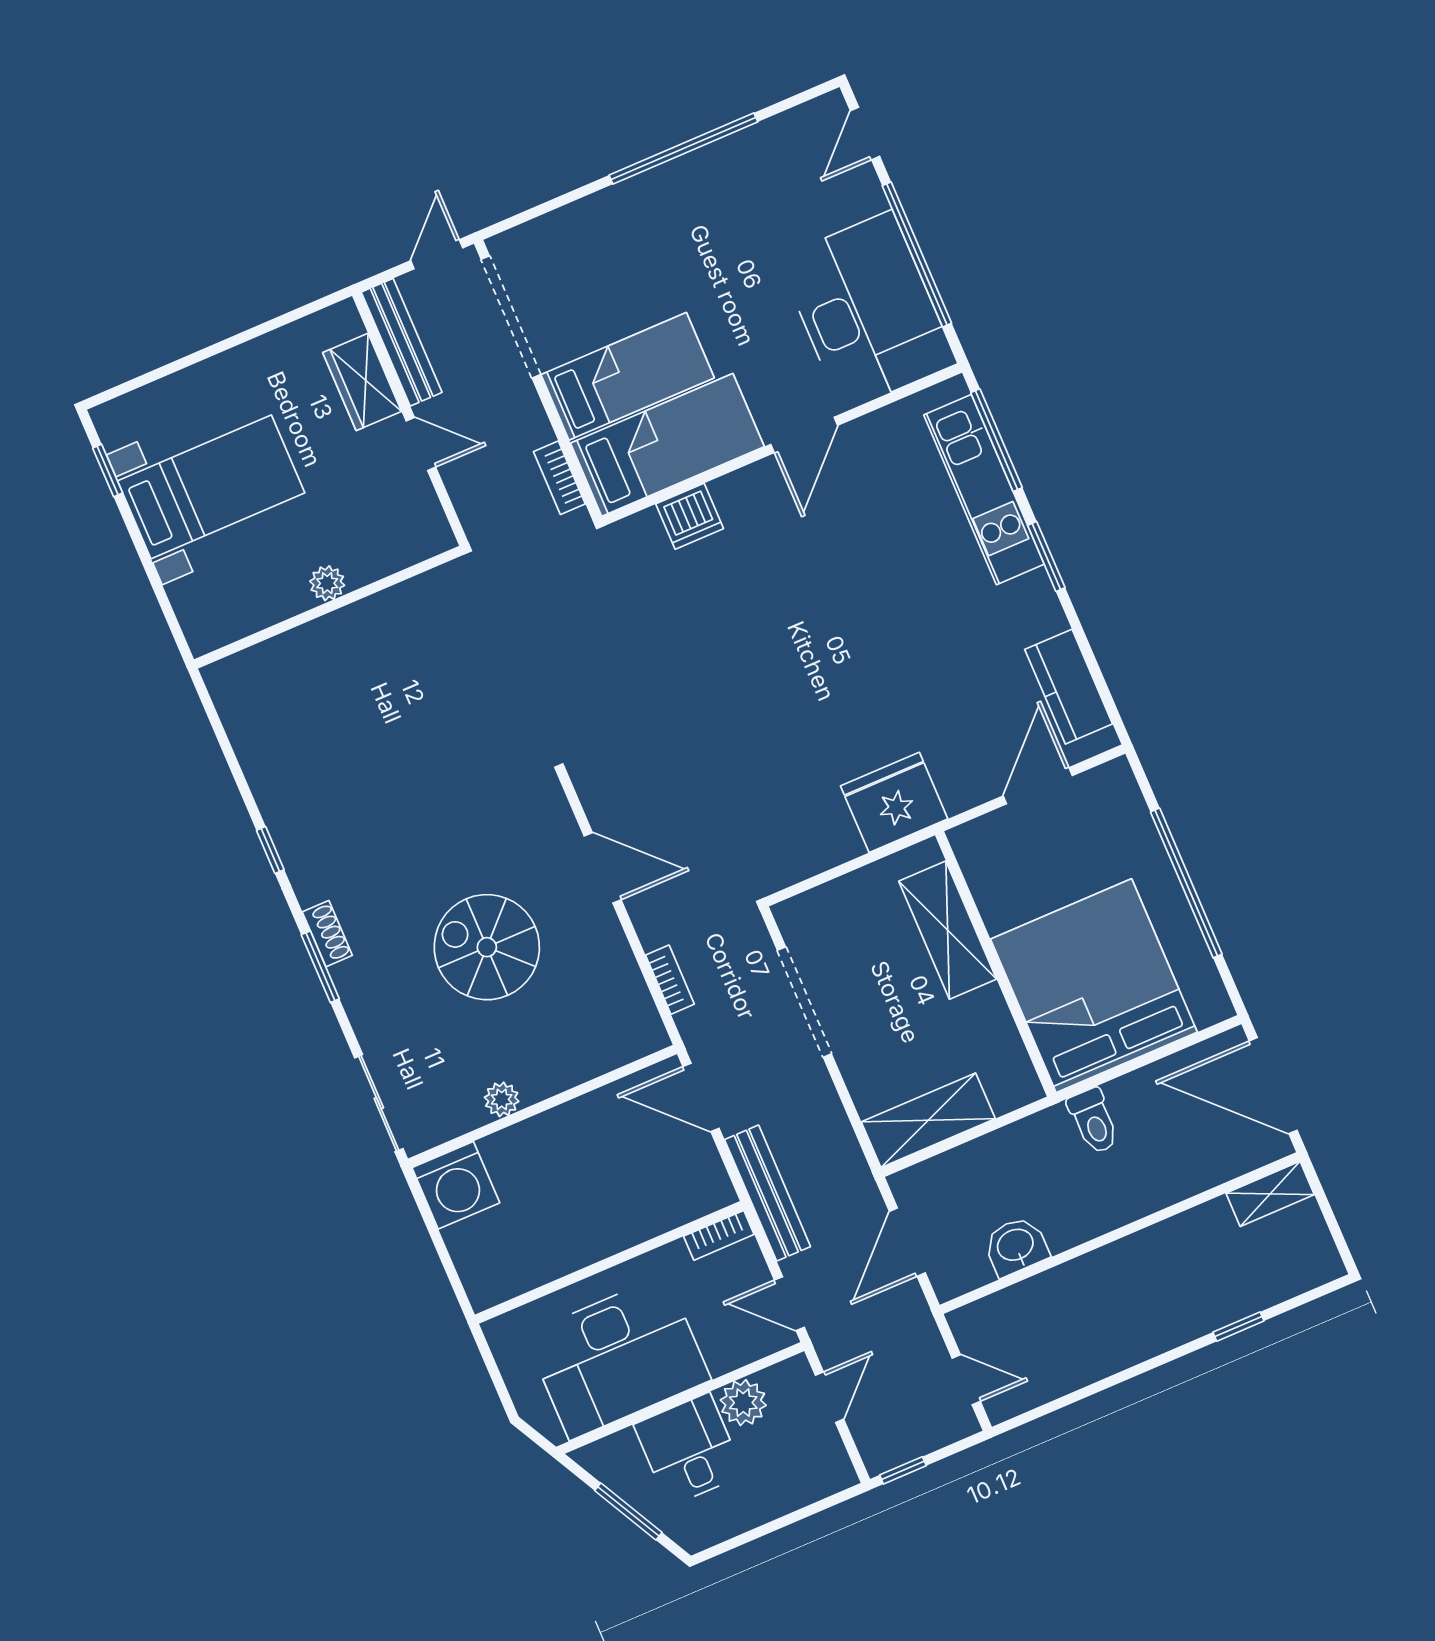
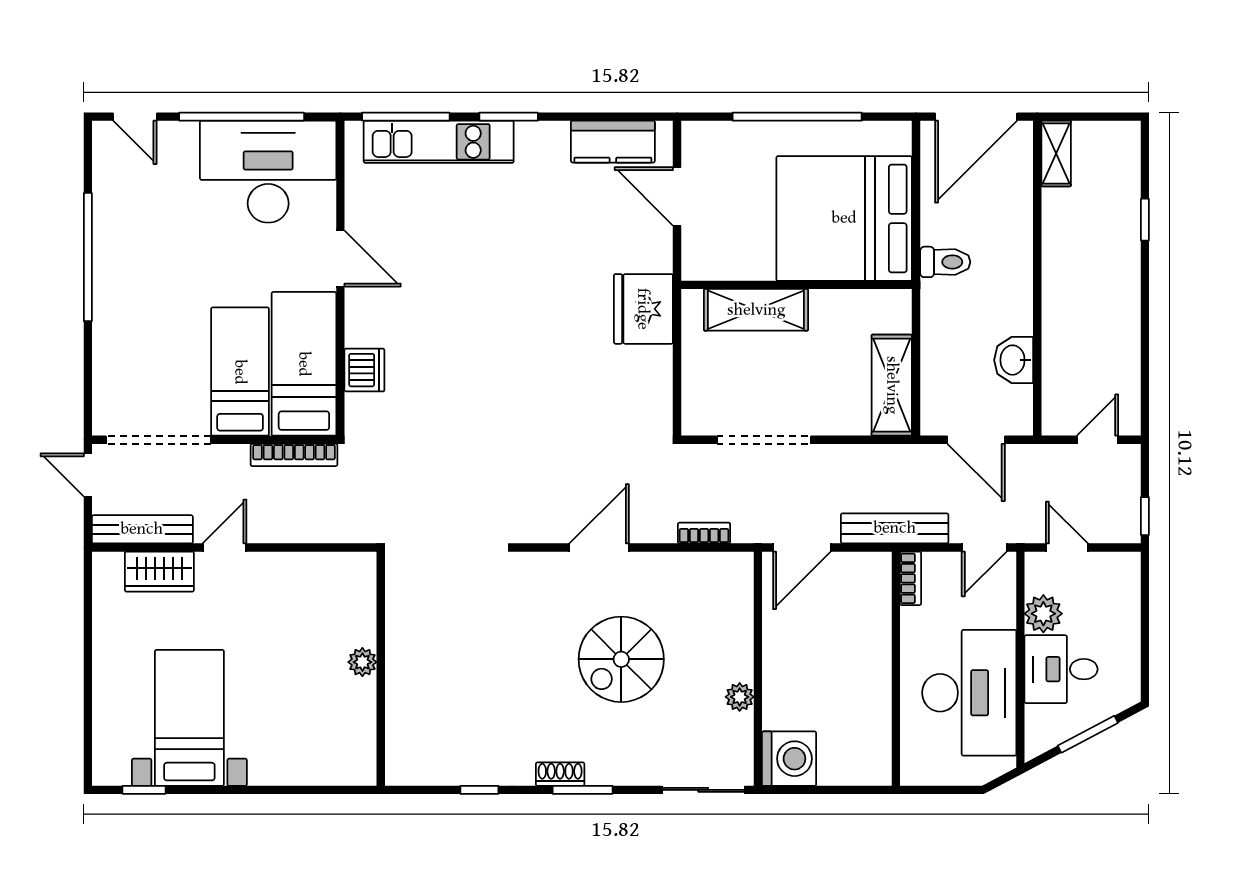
bookcase: (559, 478) -> (294, 455), width x1.56
plant: (327, 583) -> (362, 662), moved
wall: (329, 607) -> (381, 669), moved

